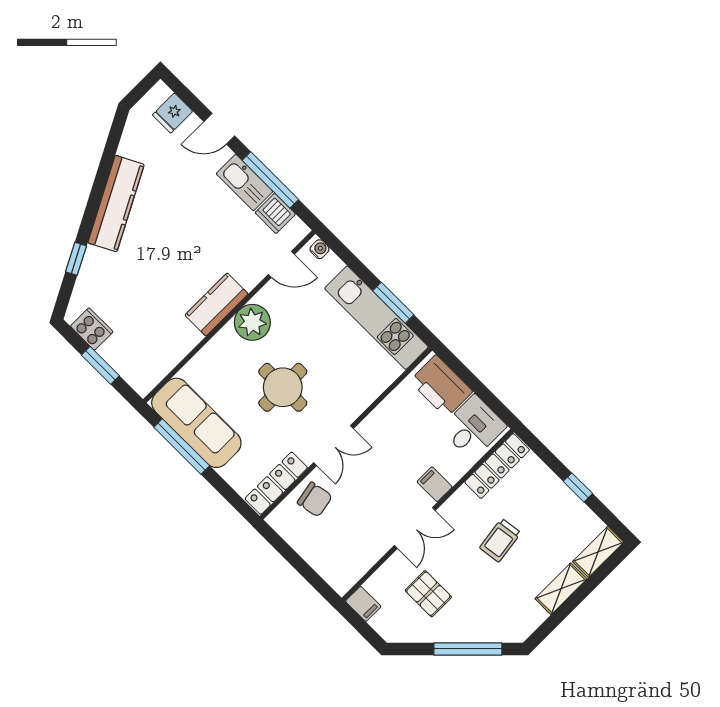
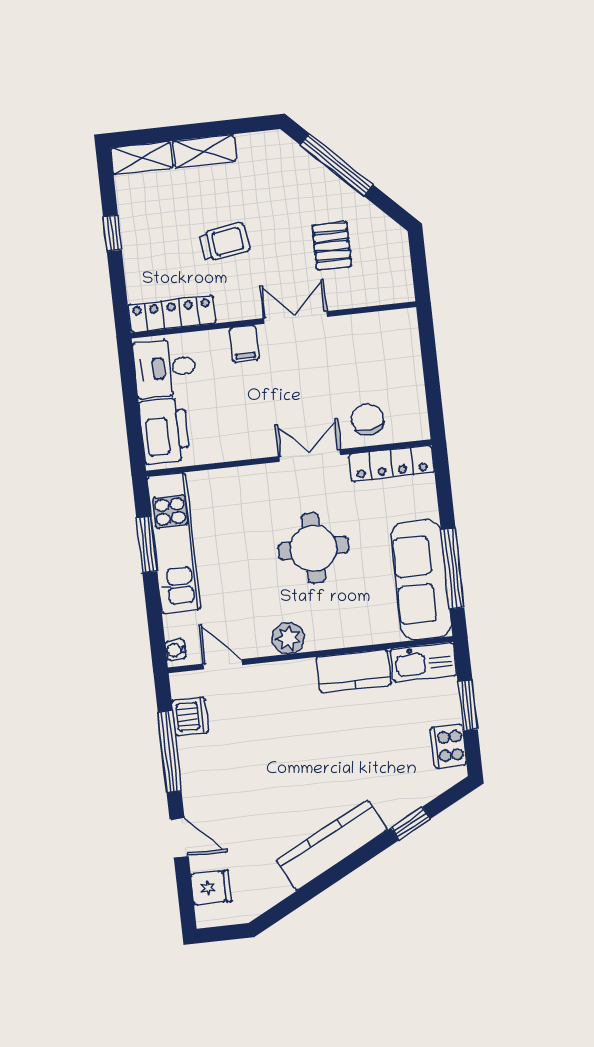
kitchen sink: (244, 183) -> (423, 662), moved, turned 90
kitchen counter: (217, 304) -> (354, 671), moved
plant: (252, 322) -> (288, 638), width x0.73, depth x0.73
filing cabinet: (363, 604) -> (401, 285), removed

